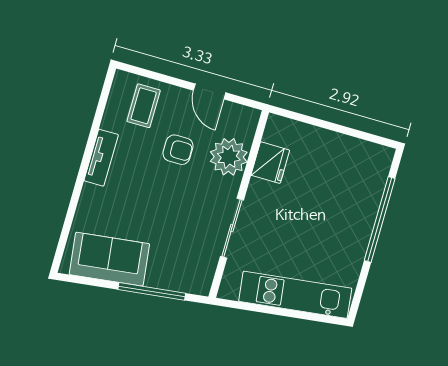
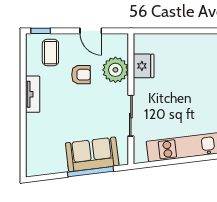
window: (138, 71) -> (41, 31), added
sofa: (109, 259) -> (92, 154), moved

